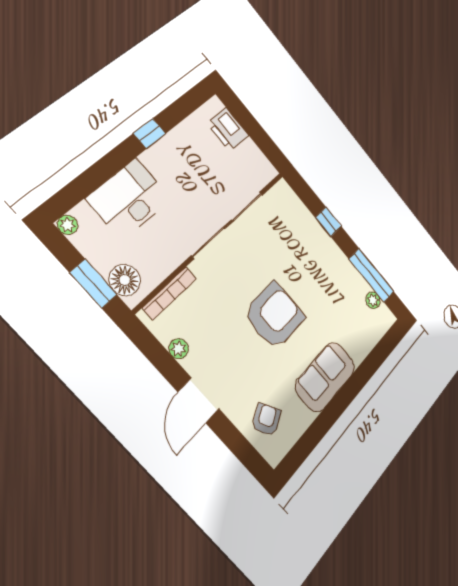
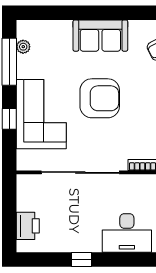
corner sofa: (308, 251) -> (41, 114), added
armchair: (274, 316) -> (100, 98), turned 180

